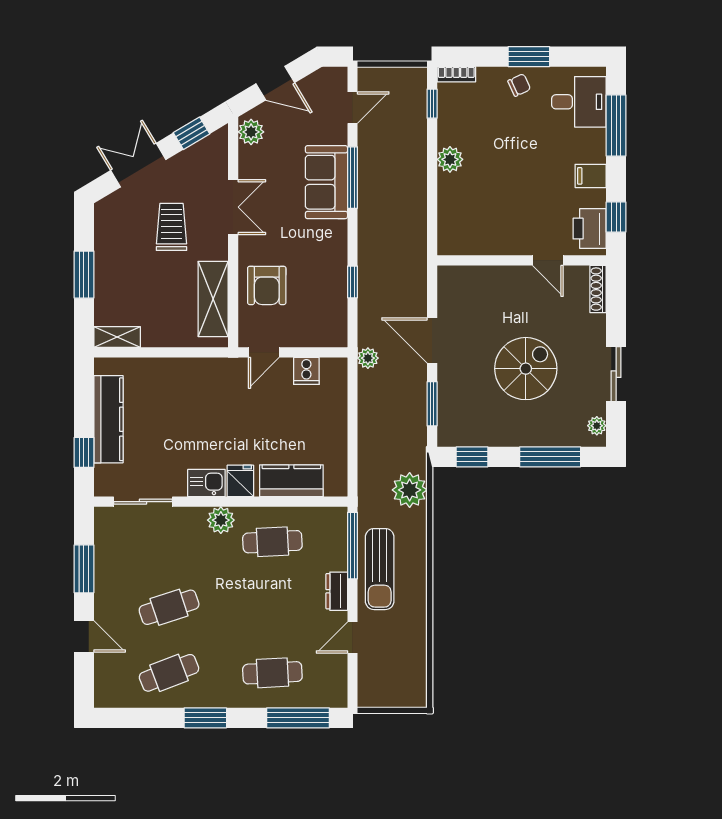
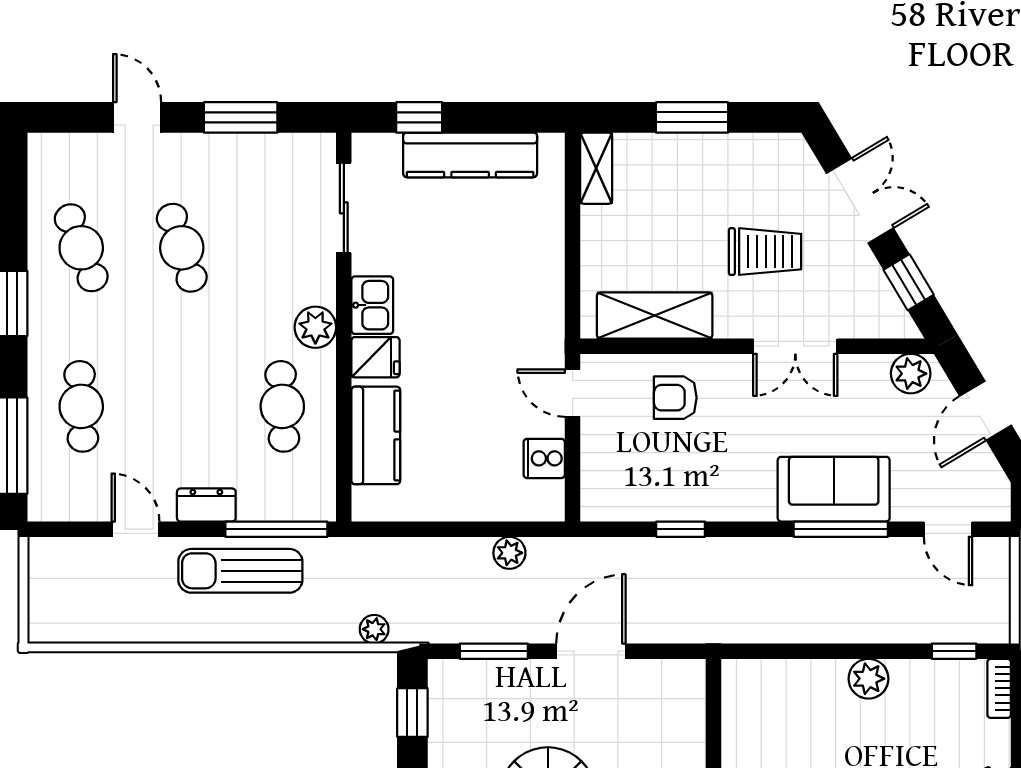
armchair: (267, 285) -> (675, 398), width x0.72, depth x0.72
plant: (368, 358) -> (509, 553), moved
plant: (410, 490) -> (374, 629), width x0.53, depth x0.53
door: (84, 636) -> (137, 117), swing flipped

